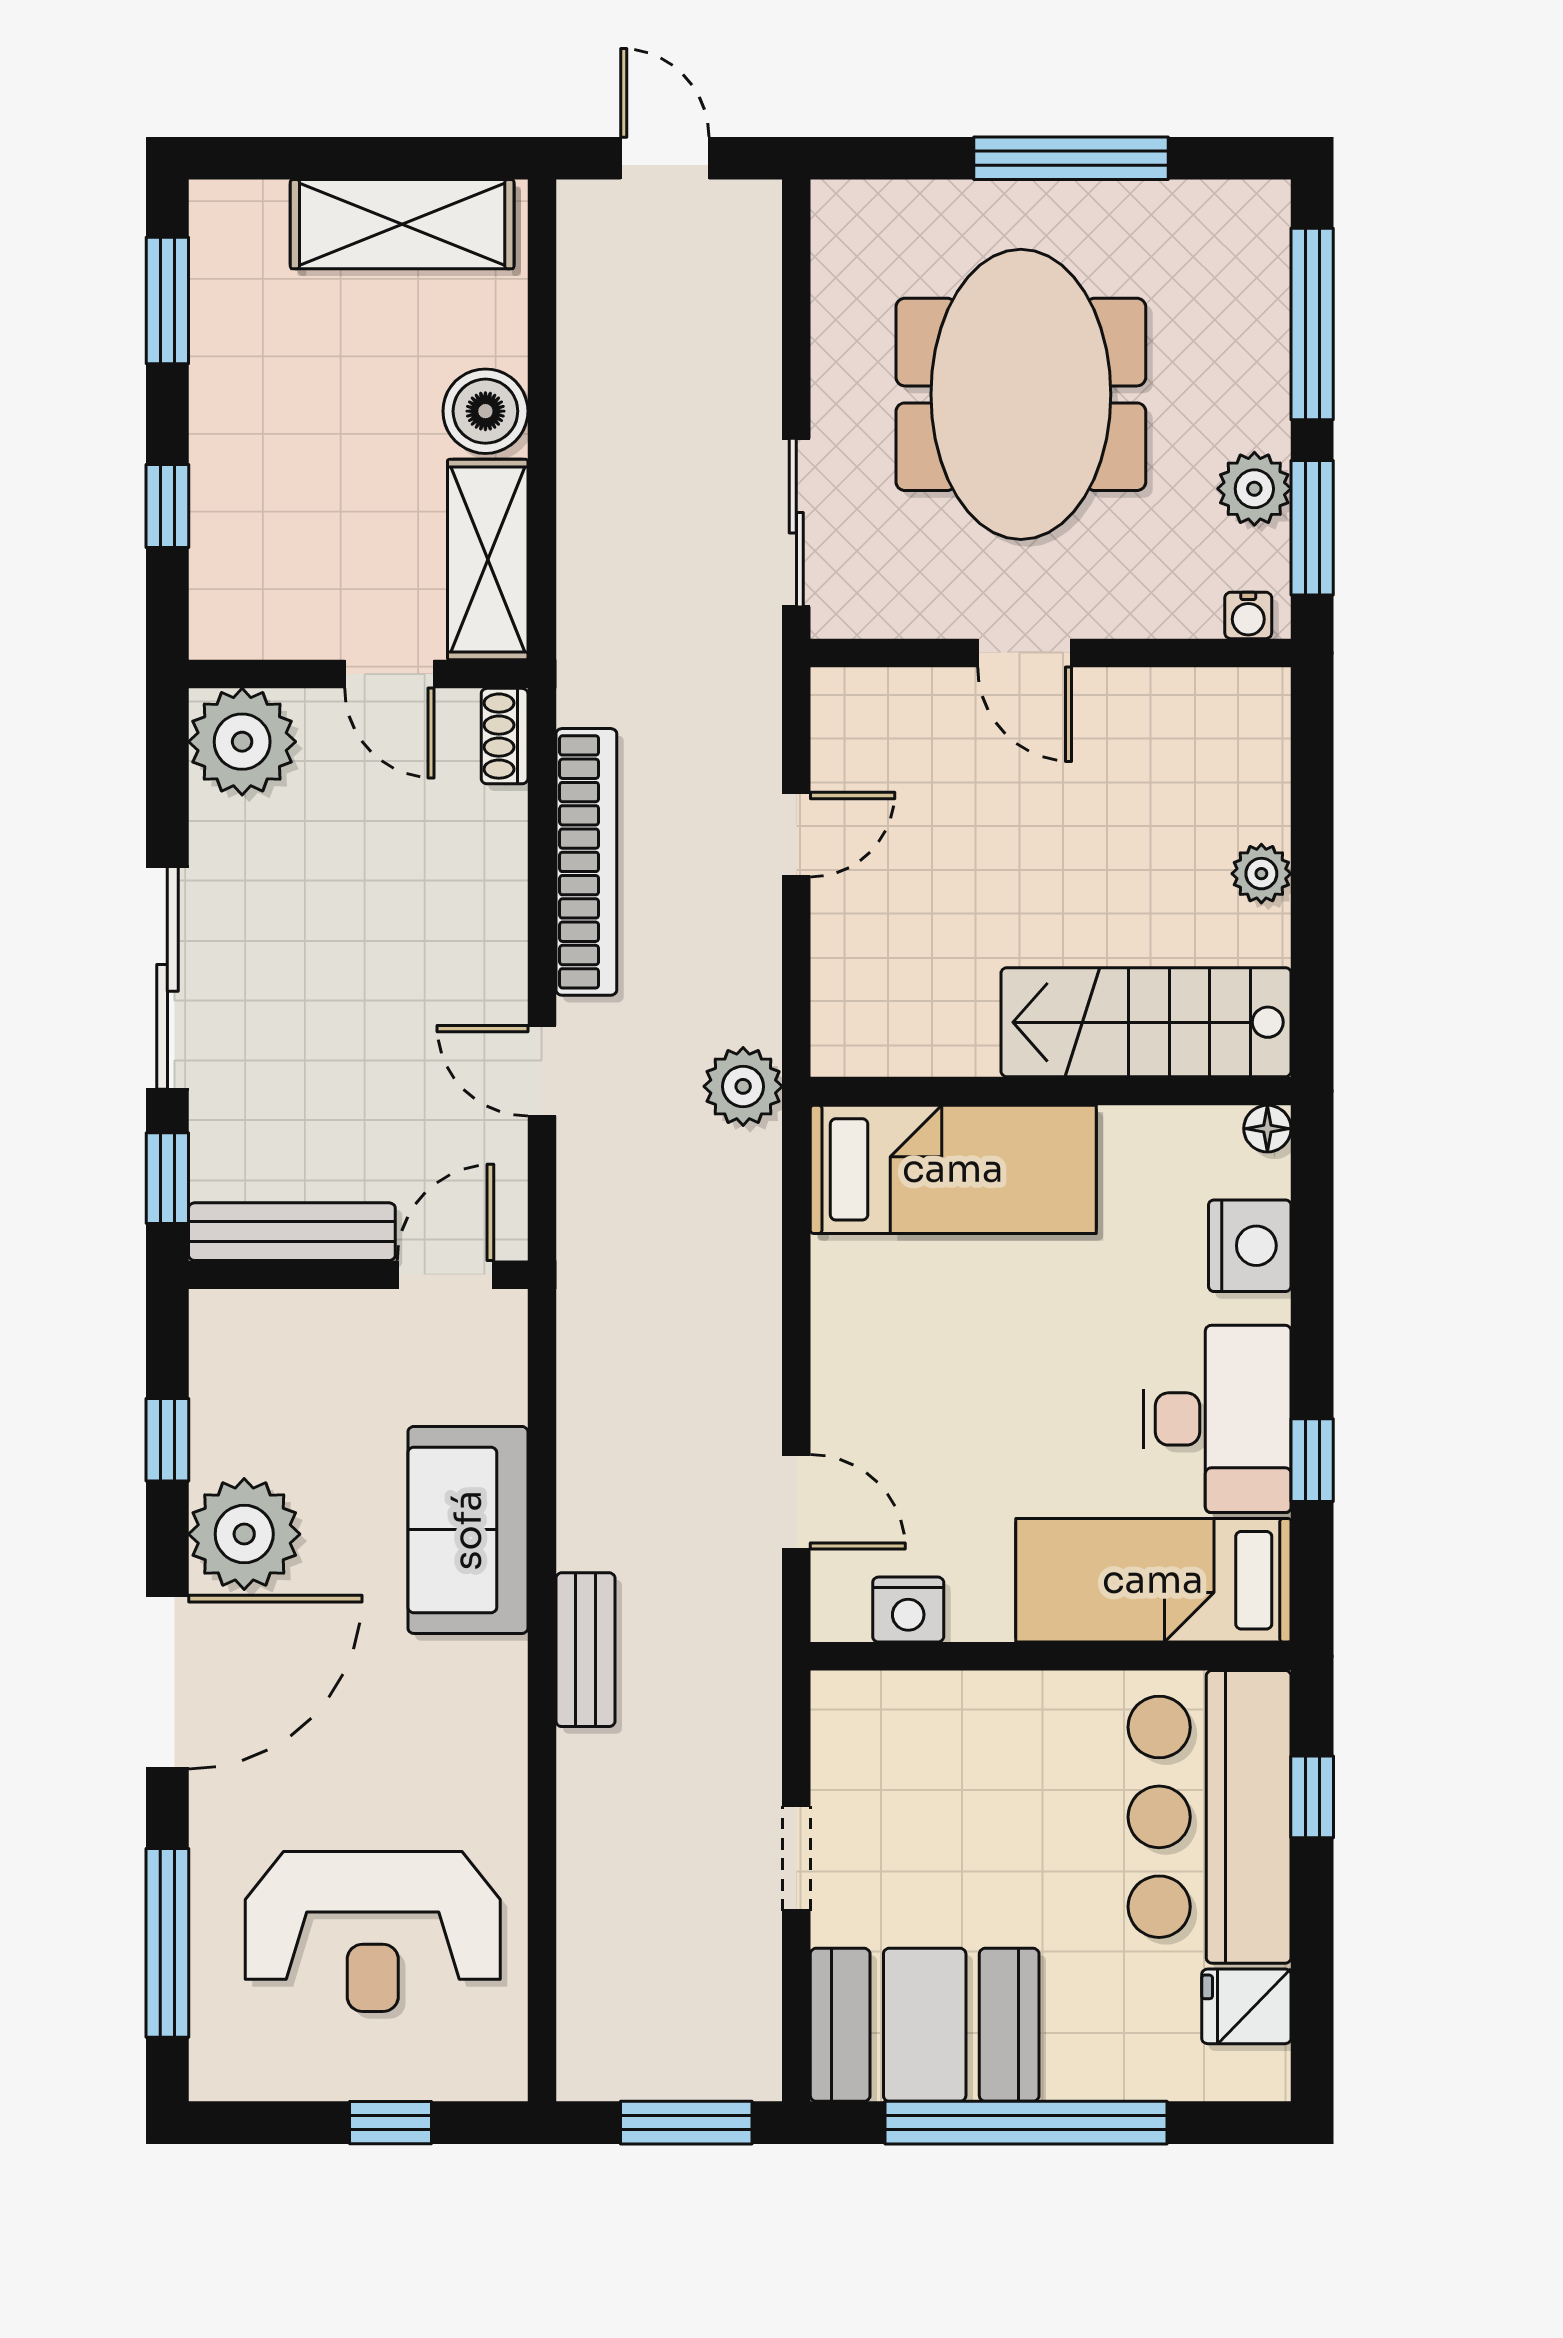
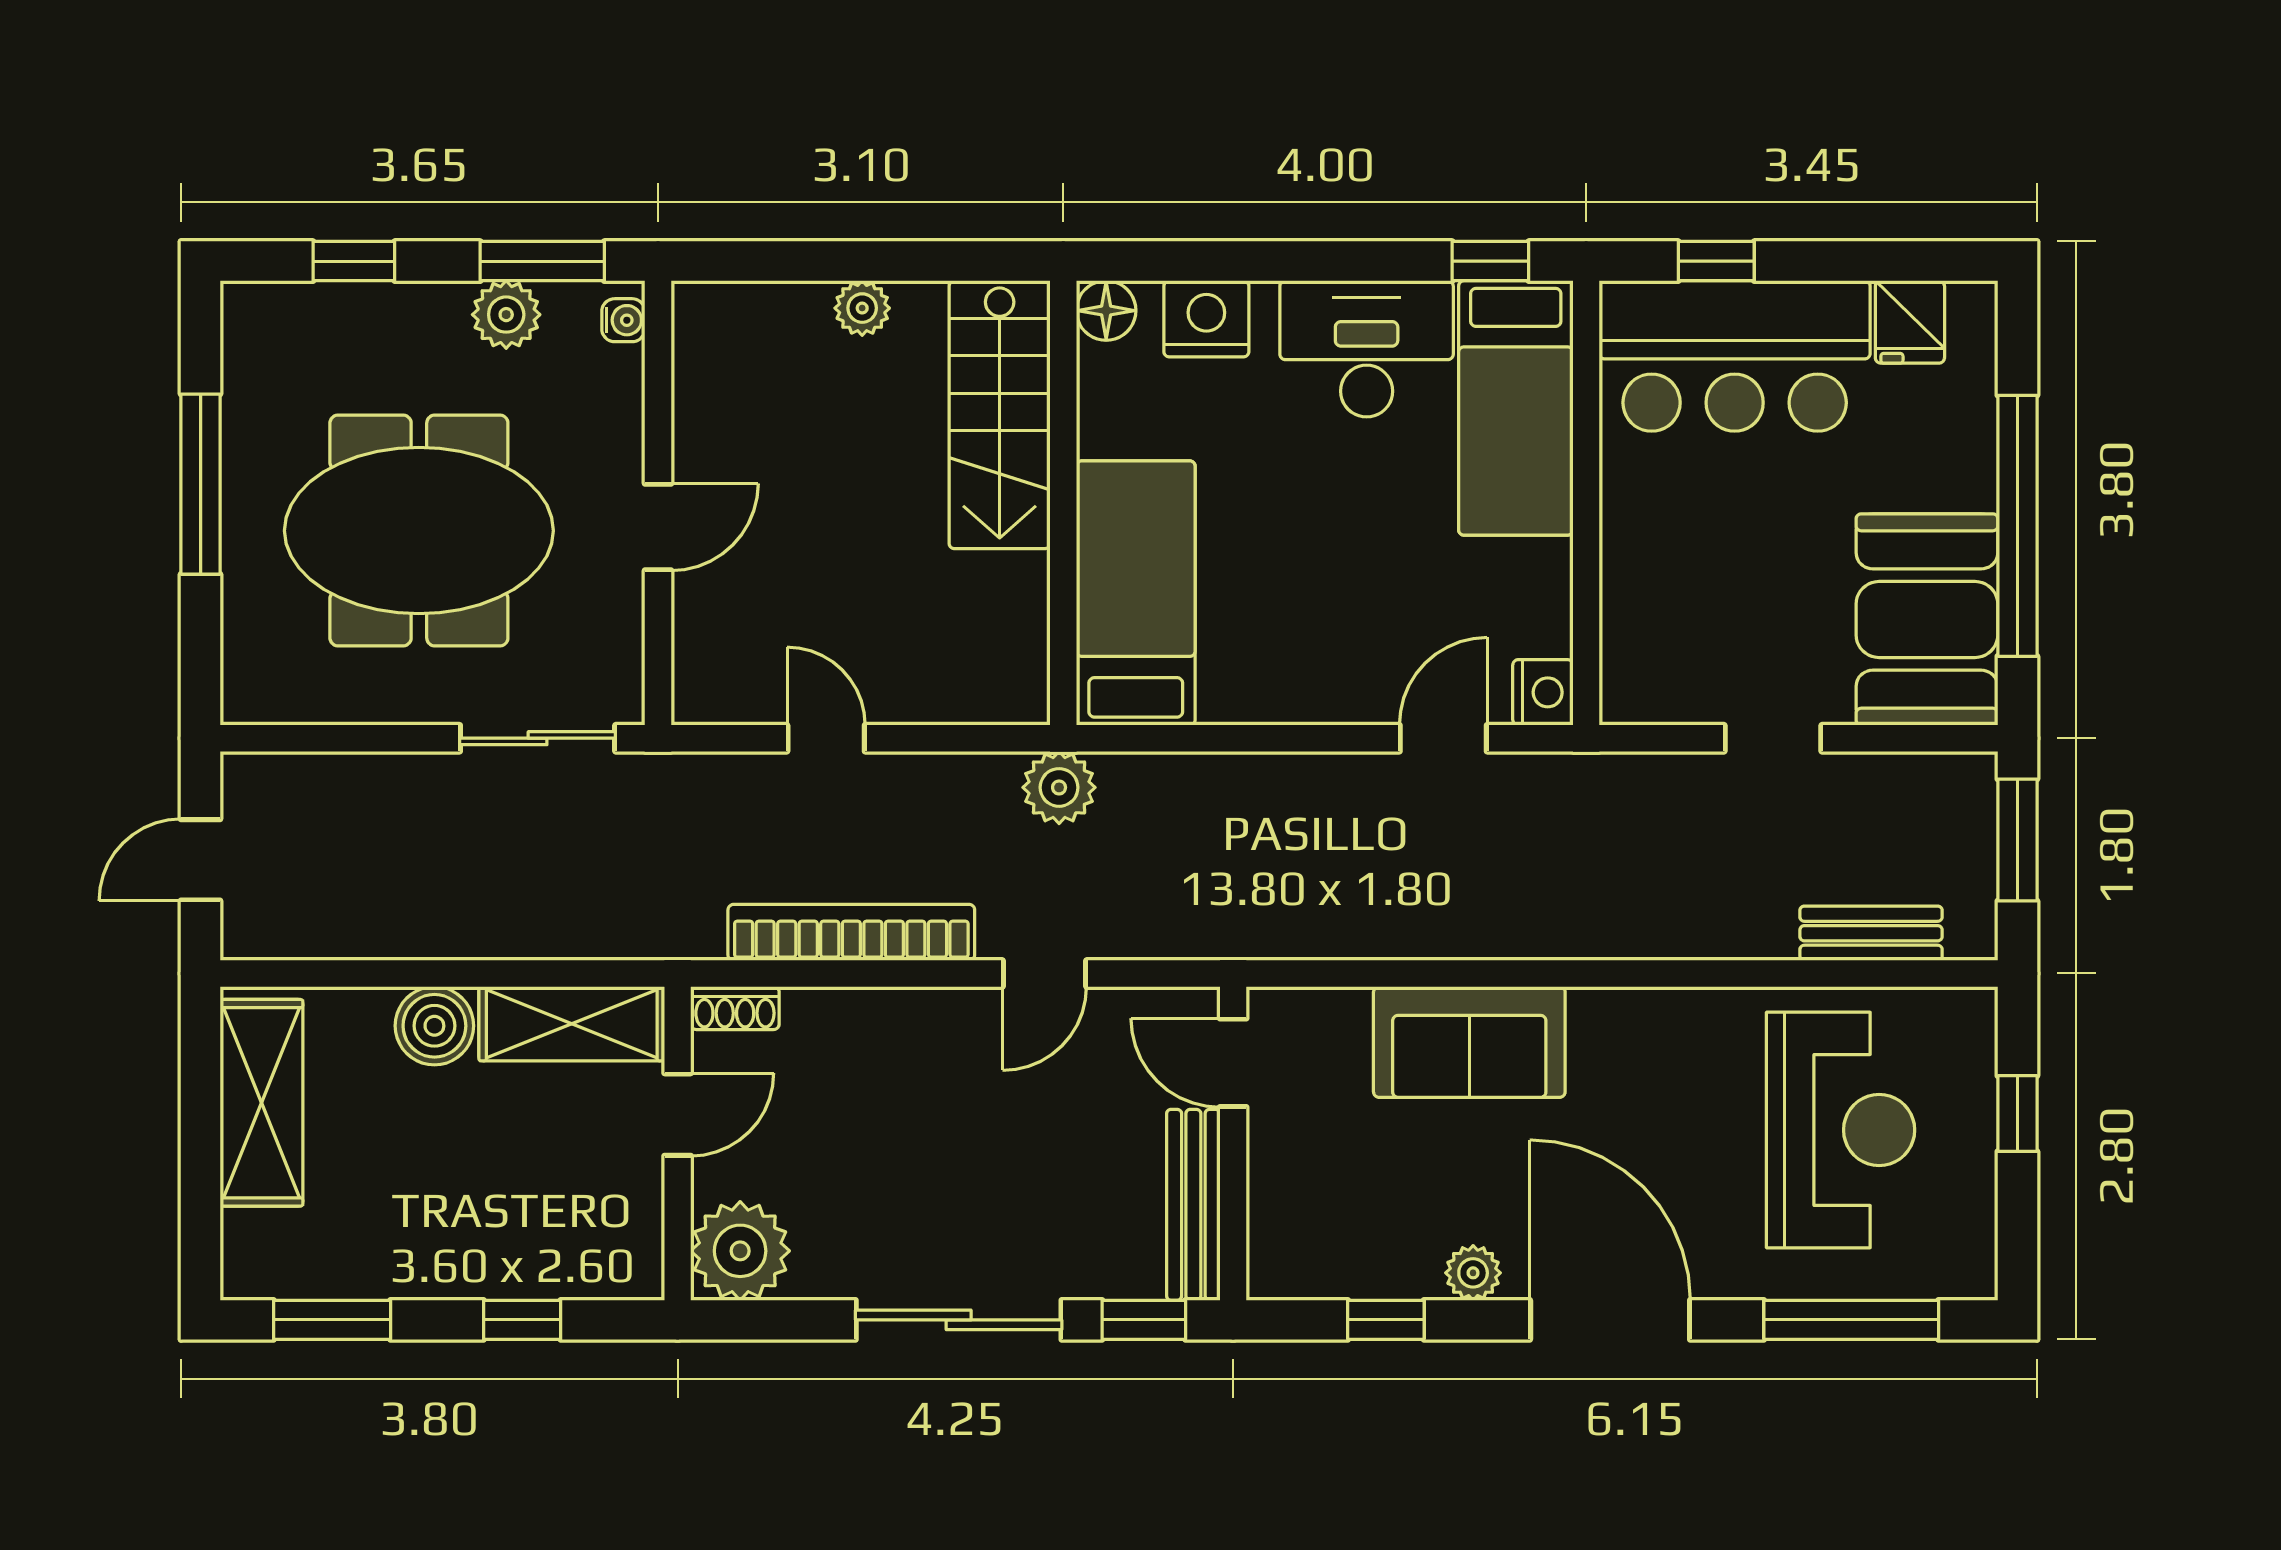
window: (1312, 324) -> (354, 261), width x0.46
floor lamp: (1267, 1129) -> (1106, 311), width x1.37, depth x1.37
window: (1312, 1460) -> (1490, 261), moved
plant: (244, 1534) -> (1473, 1273), width x0.53, depth x0.53
nightstand: (908, 1610) -> (1543, 692), moved
bench: (585, 1650) -> (1871, 933), moved

